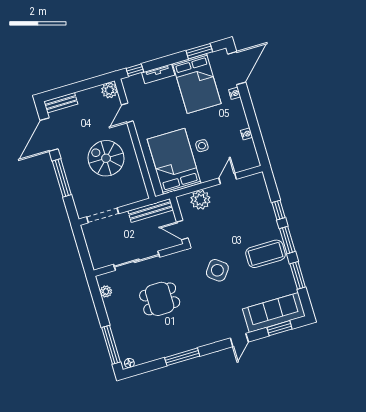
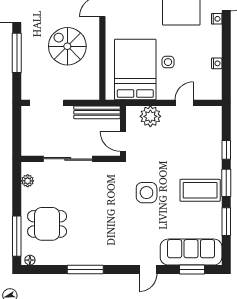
side table: (217, 270) -> (147, 193), turned -37
dining table: (160, 299) -> (47, 224), moved

